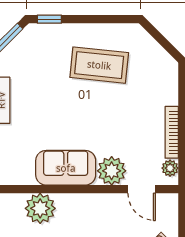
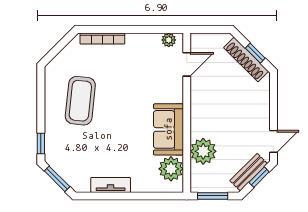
bookcase: (172, 132) -> (102, 39), moved
plant: (112, 171) -> (171, 169), moved

